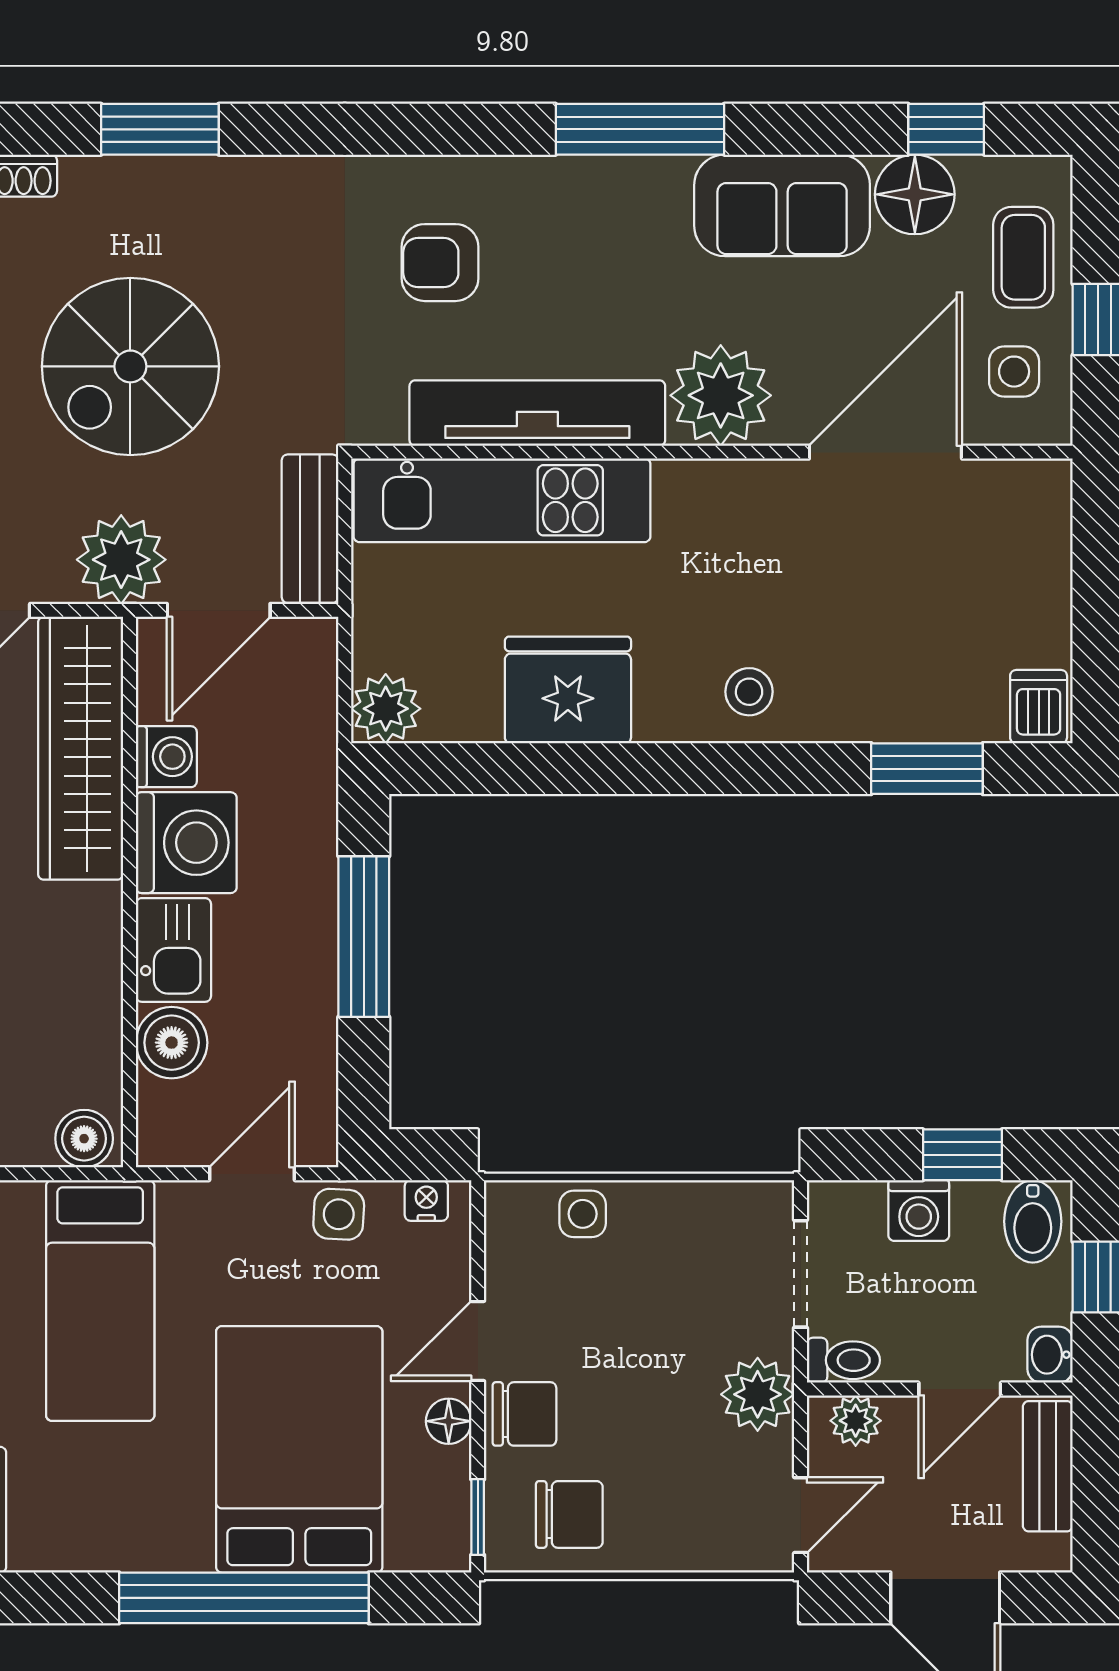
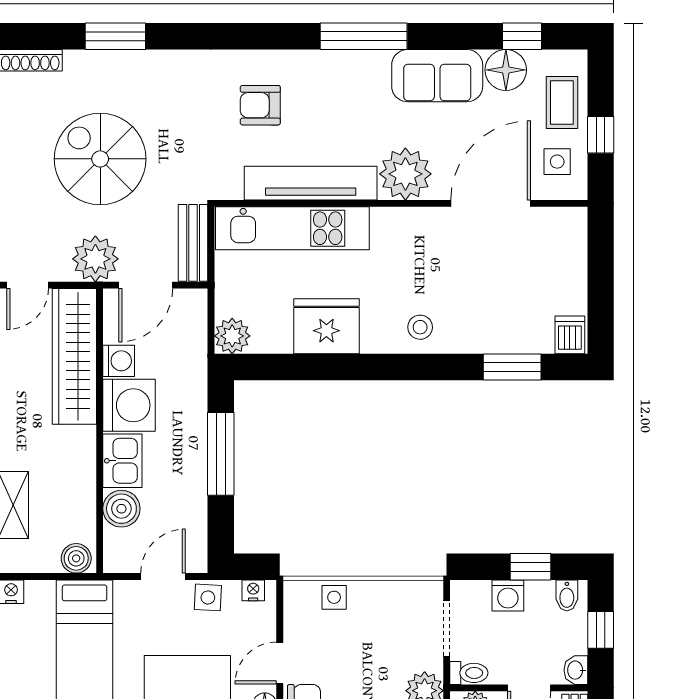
spiral stairs: (130, 366) -> (100, 159), turned 90
bidet: (1033, 1221) -> (567, 596), width x0.72, depth x0.74

